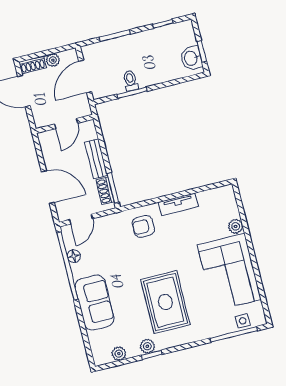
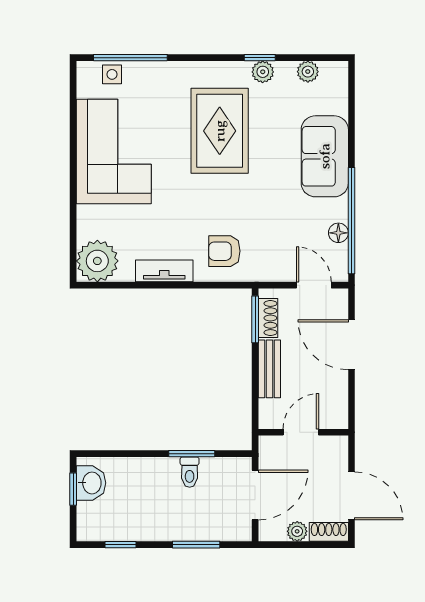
door: (81, 219) -> (314, 285), hinge flipped
armchair: (143, 226) -> (224, 251), turned 180
plant: (236, 226) -> (97, 261), moved, width x1.88, depth x1.88

